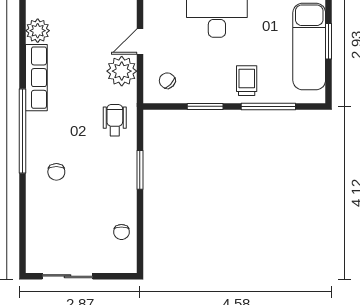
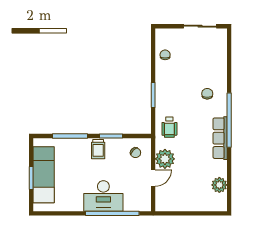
row of seats: (36, 78) -> (220, 138), moved
trolley: (247, 81) -> (98, 149), moved

